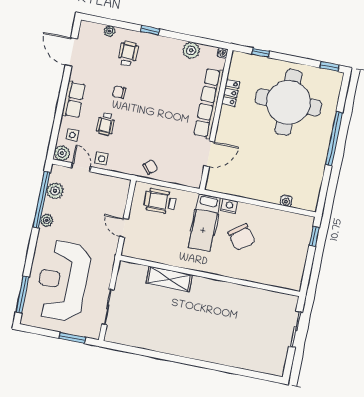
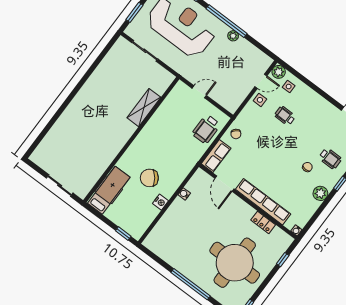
plant: (191, 50) -> (320, 193), moved
chair: (119, 92) -> (307, 167), moved
row of seats: (74, 100) -> (216, 156), moved, turned -90
plant: (55, 191) -> (253, 53), removed
window: (42, 200) -> (227, 21), moved
wheelchair: (160, 201) -> (206, 129), turned 180
water cooler: (286, 201) -> (184, 194), moved
nightstand: (229, 206) -> (160, 202), moved
hospital bed: (205, 223) -> (109, 190), moved, turned 90

